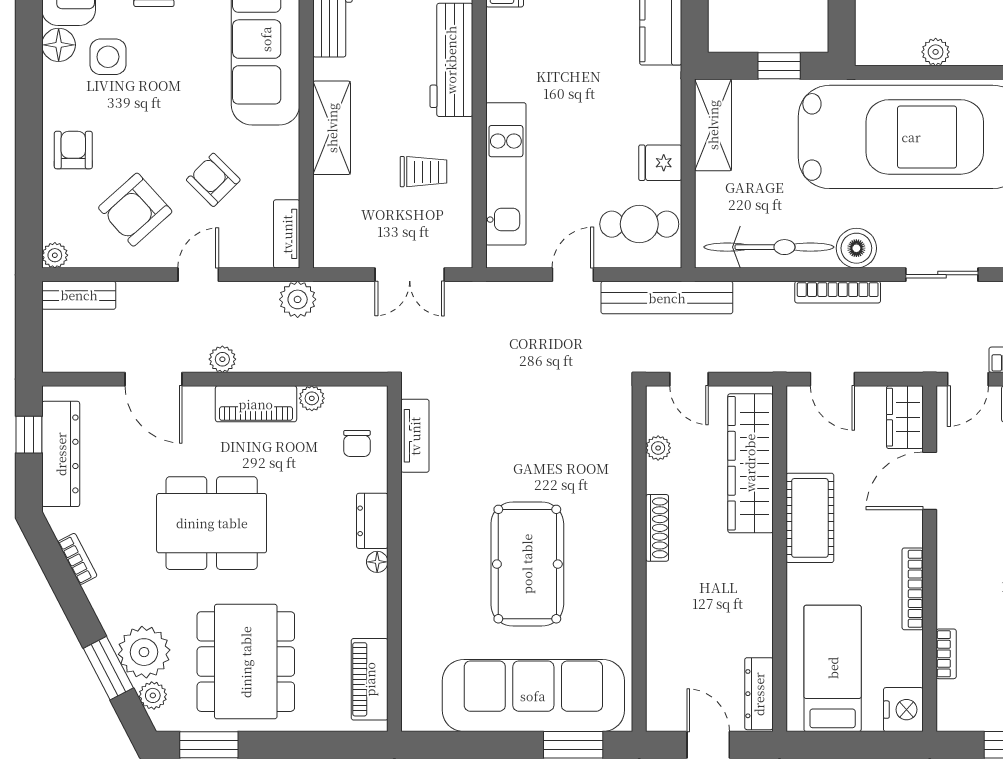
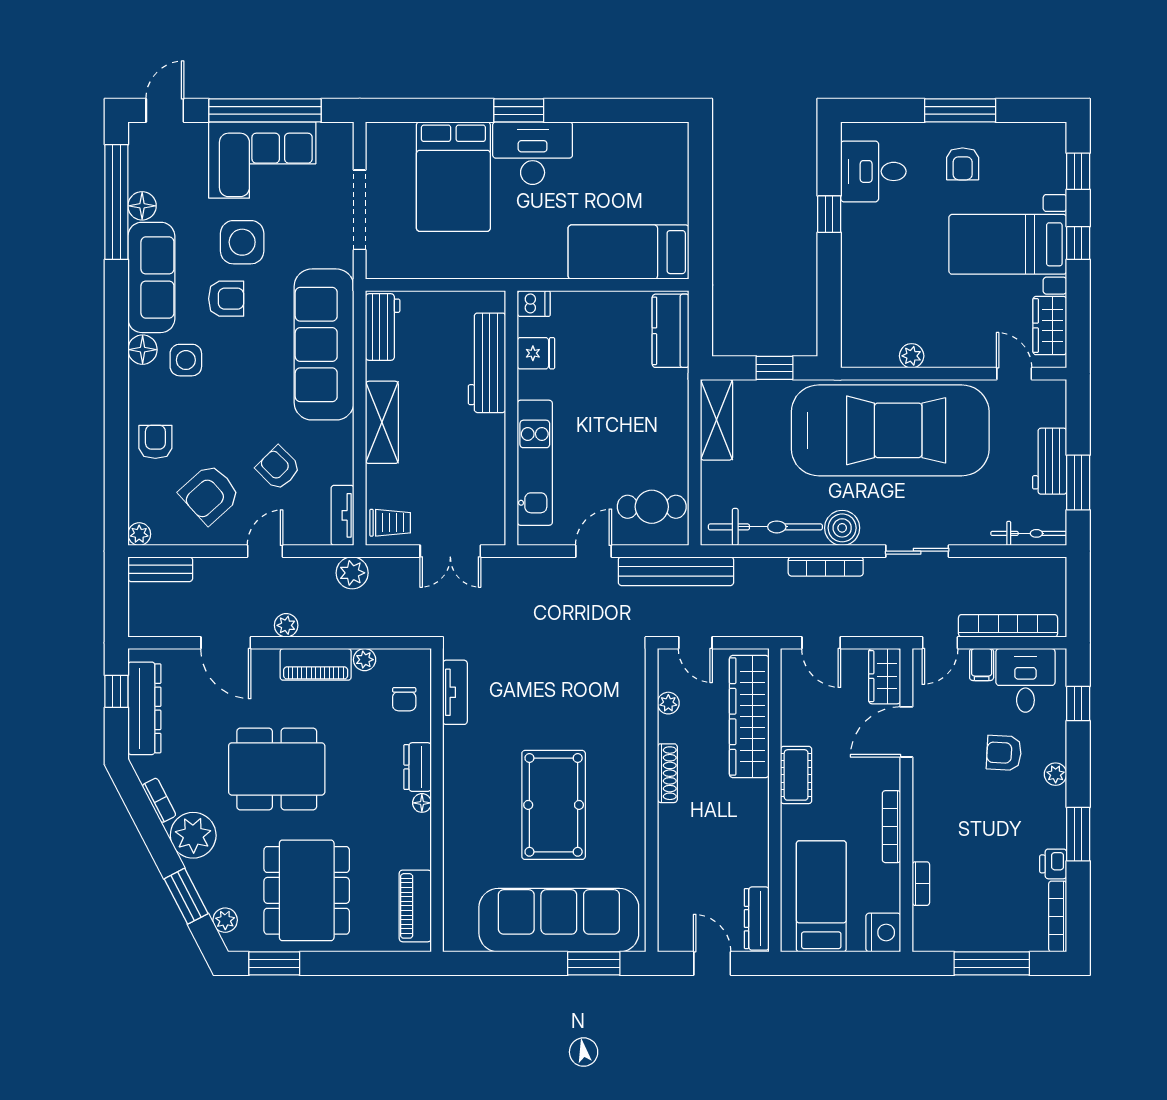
fridge: (660, 163) -> (536, 353), moved, turned 180
trolley: (423, 172) -> (390, 523), moved
cot: (810, 518) -> (796, 775), width x0.73, depth x0.75
plant: (144, 652) -> (193, 835), moved

